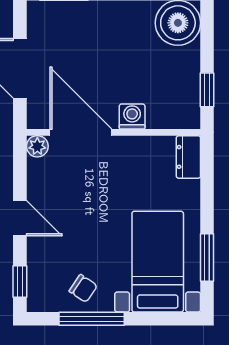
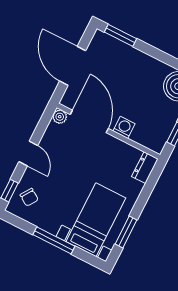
chair: (83, 289) -> (29, 197), moved
window: (92, 319) -> (54, 240), moved

